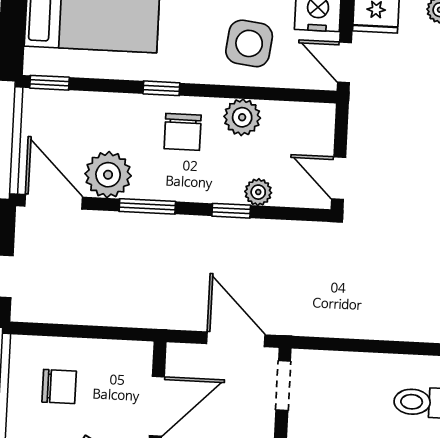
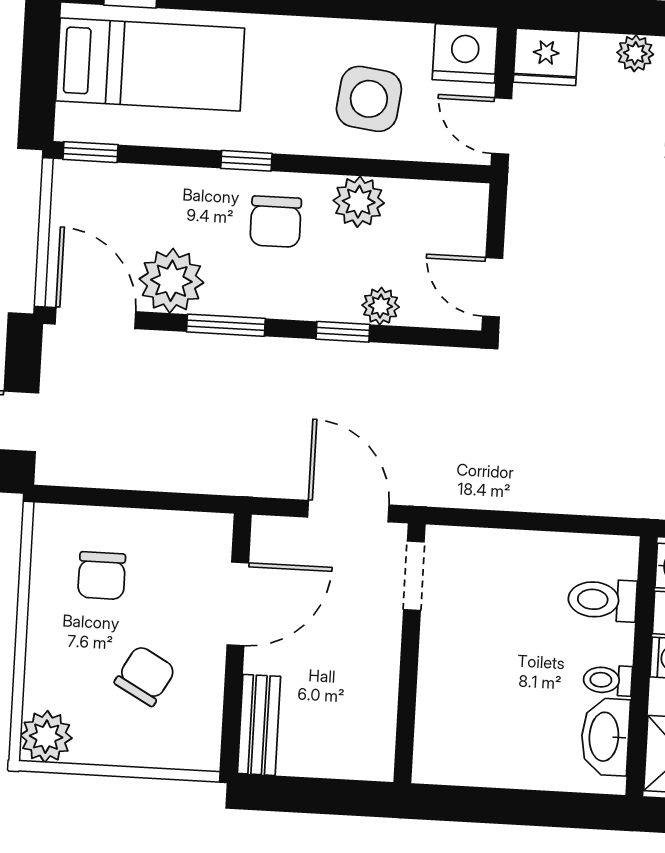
chair: (59, 387) -> (102, 576), turned 90

